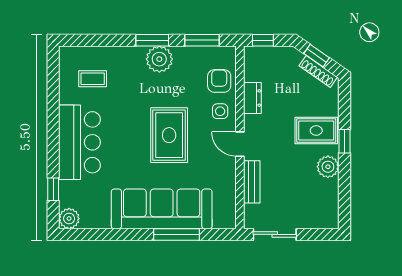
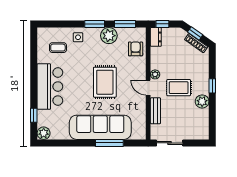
plant: (159, 59) -> (109, 36), moved
dresser: (252, 98) -> (156, 37), moved
side table: (220, 111) -> (78, 37), moved
plant: (251, 123) -> (155, 74), added
rug: (316, 131) -> (179, 88), moved

